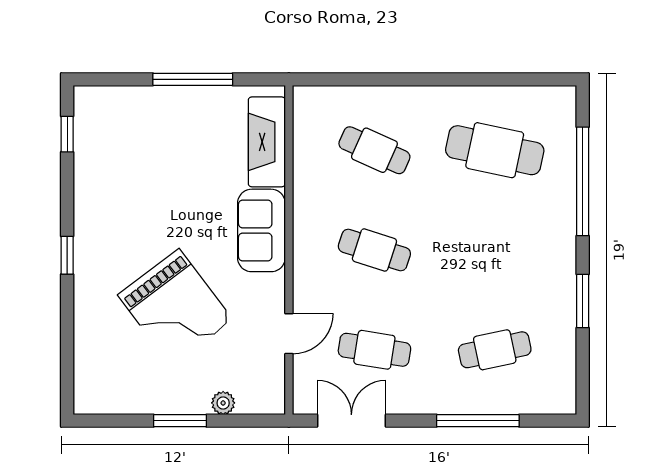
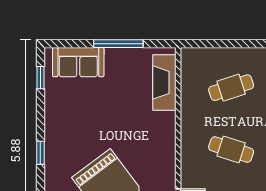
cafe table: (374, 150) -> (231, 88), turned -42
sofa: (261, 230) -> (78, 62), moved, turned -90

